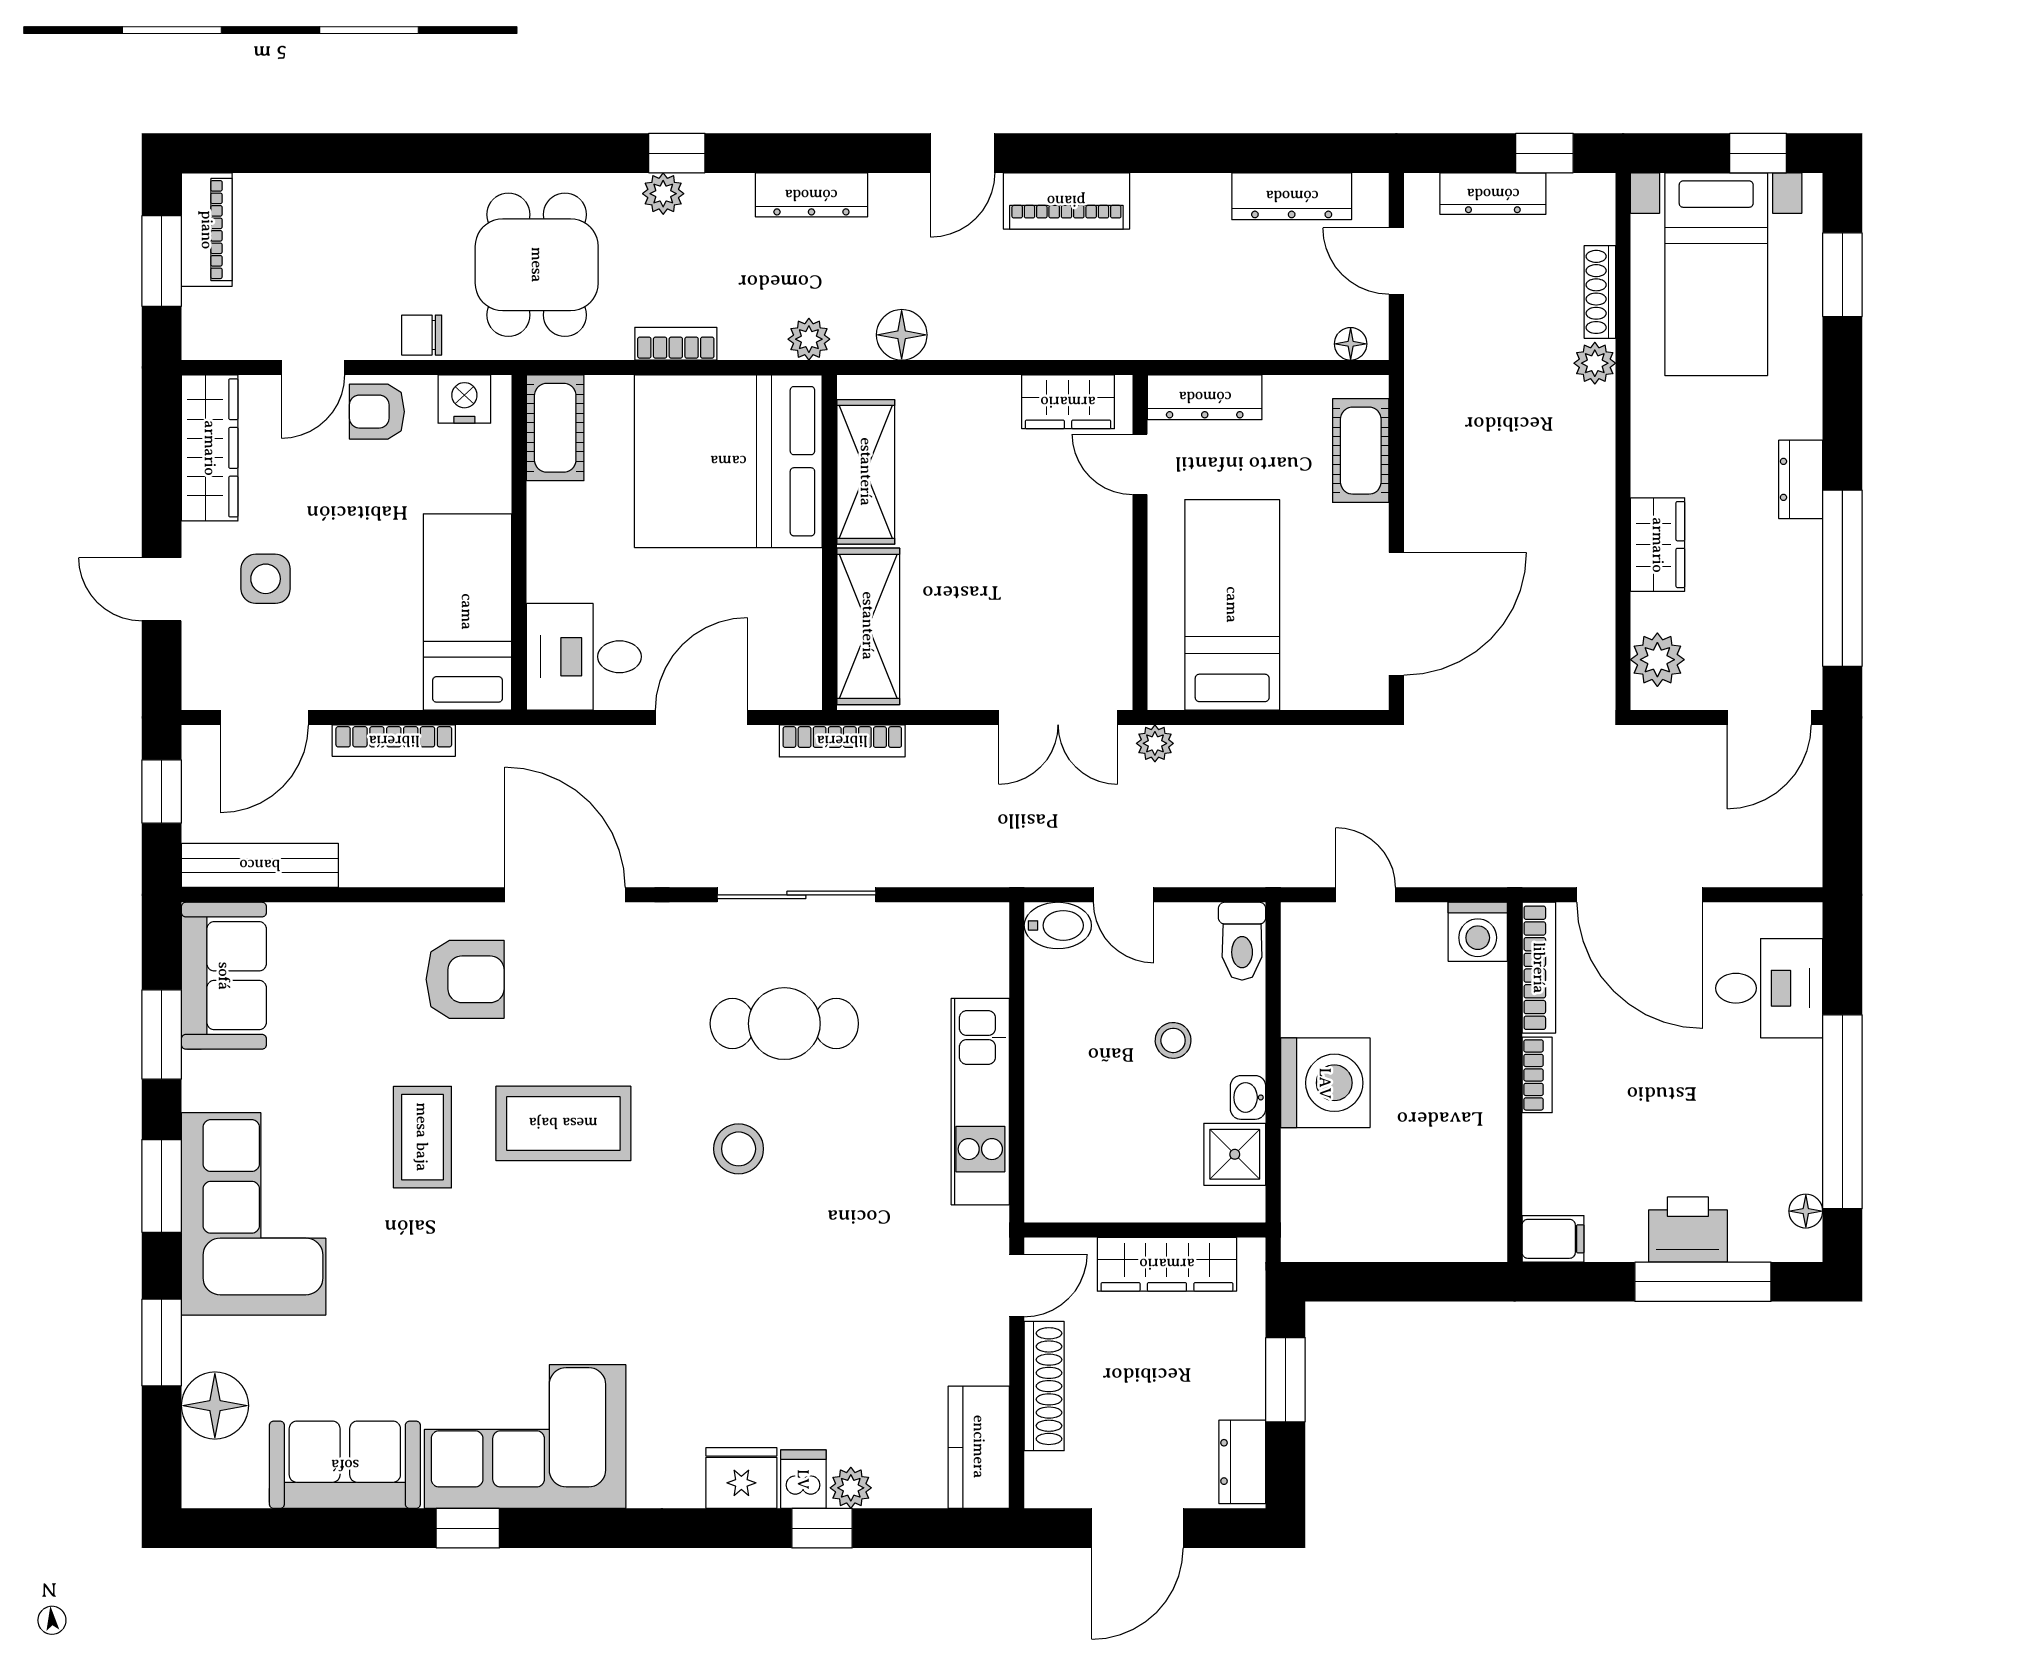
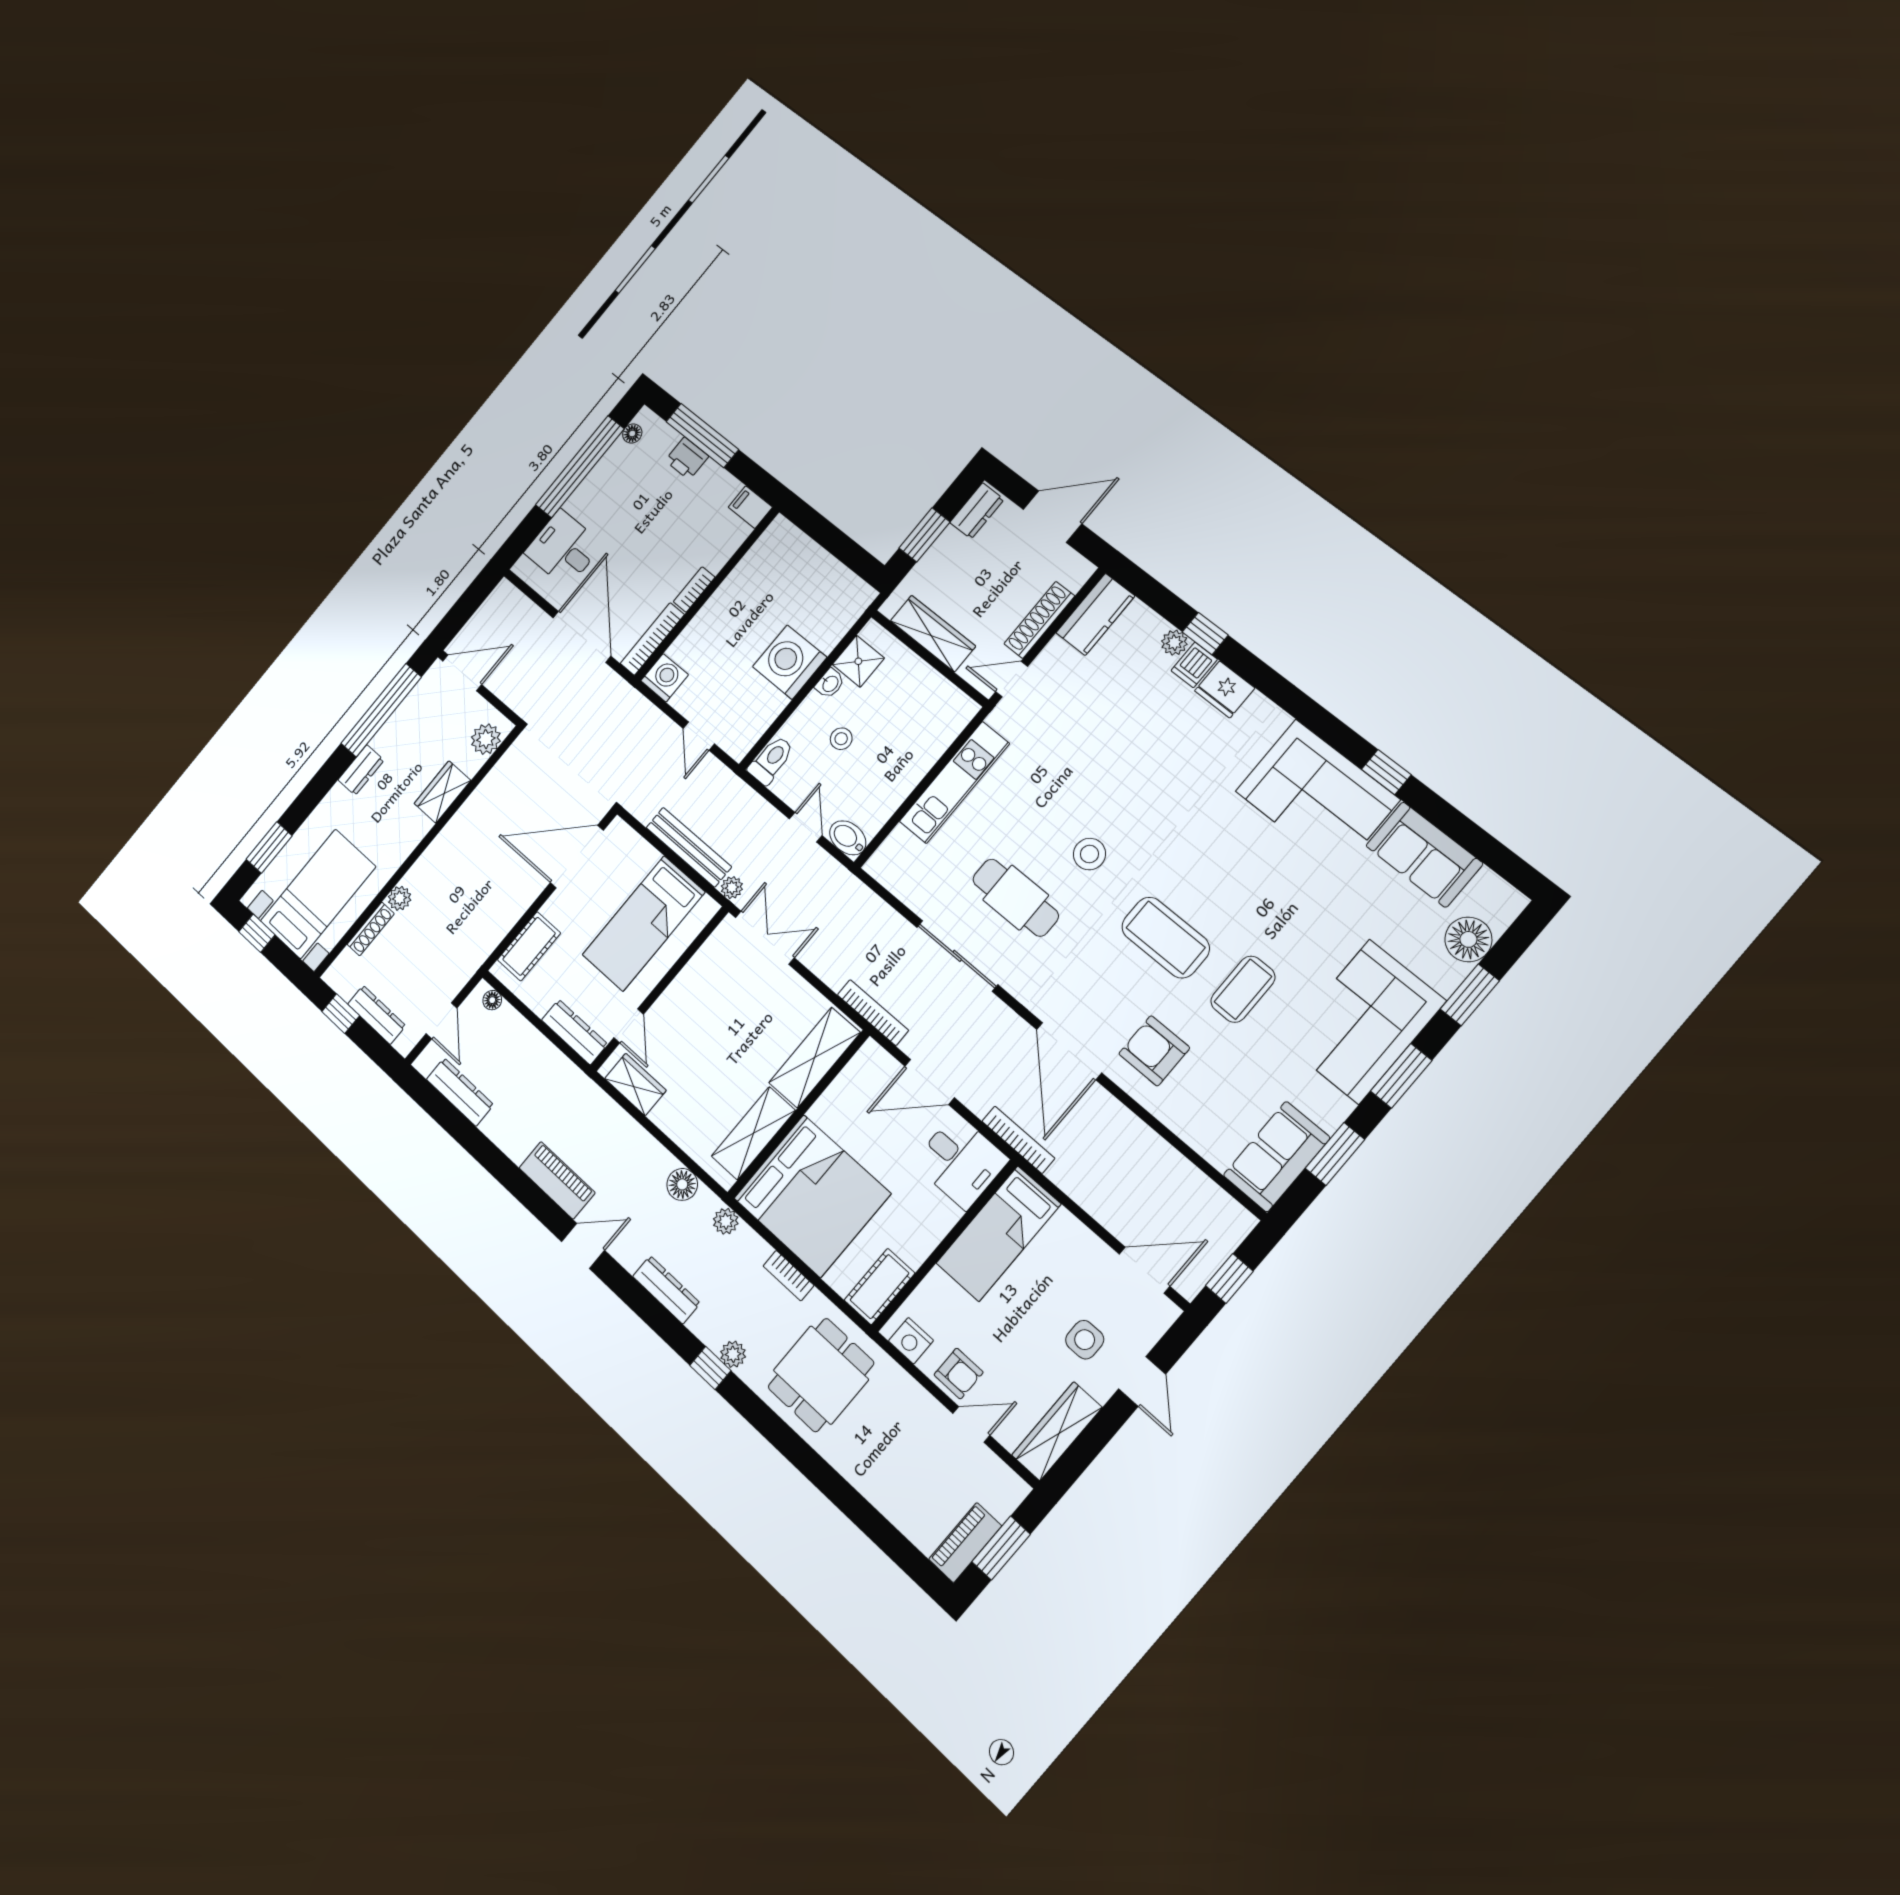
chair: (422, 335) -> (905, 1391), removed
bookcase: (394, 741) -> (1018, 1140), moved
bench: (260, 865) -> (689, 847), moved
printer: (1688, 1229) -> (687, 458), width x0.73, depth x0.81

